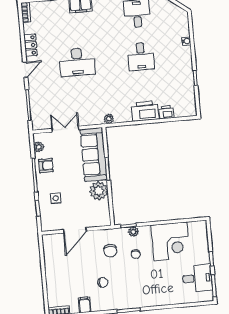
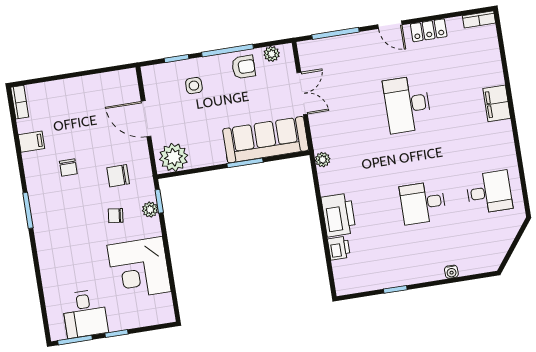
armchair: (46, 166) -> (244, 67), turned -90
plant: (99, 191) -> (174, 157), moved

